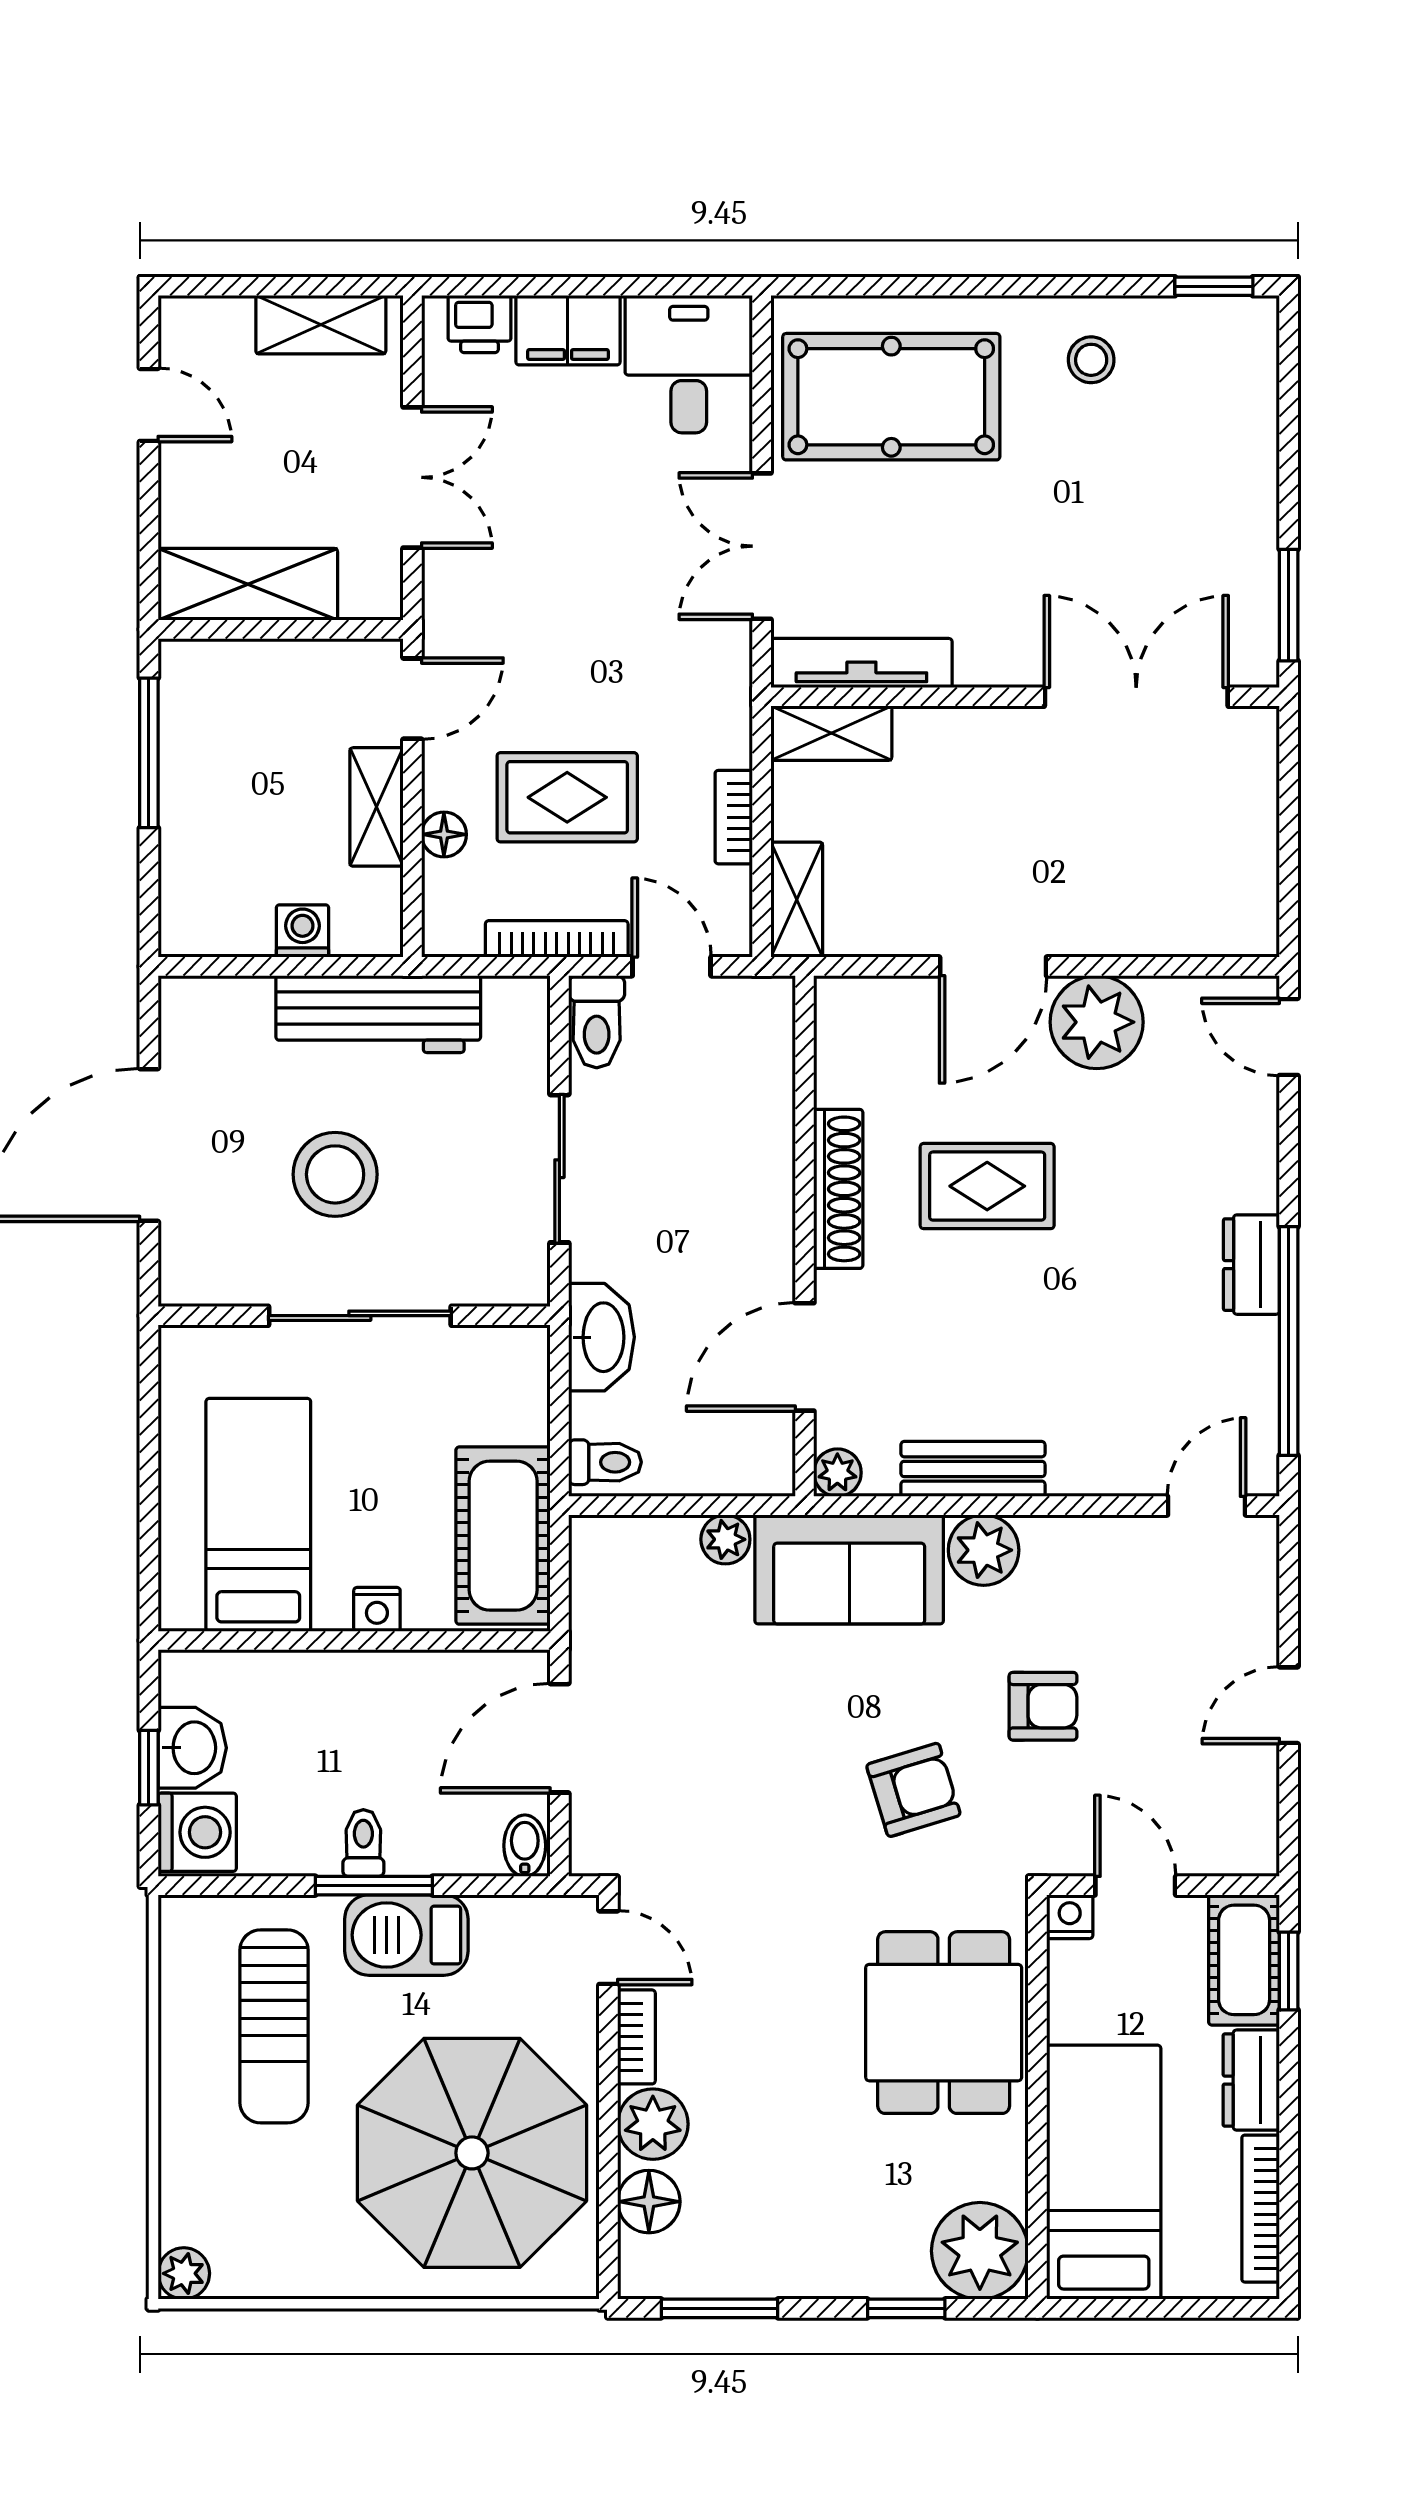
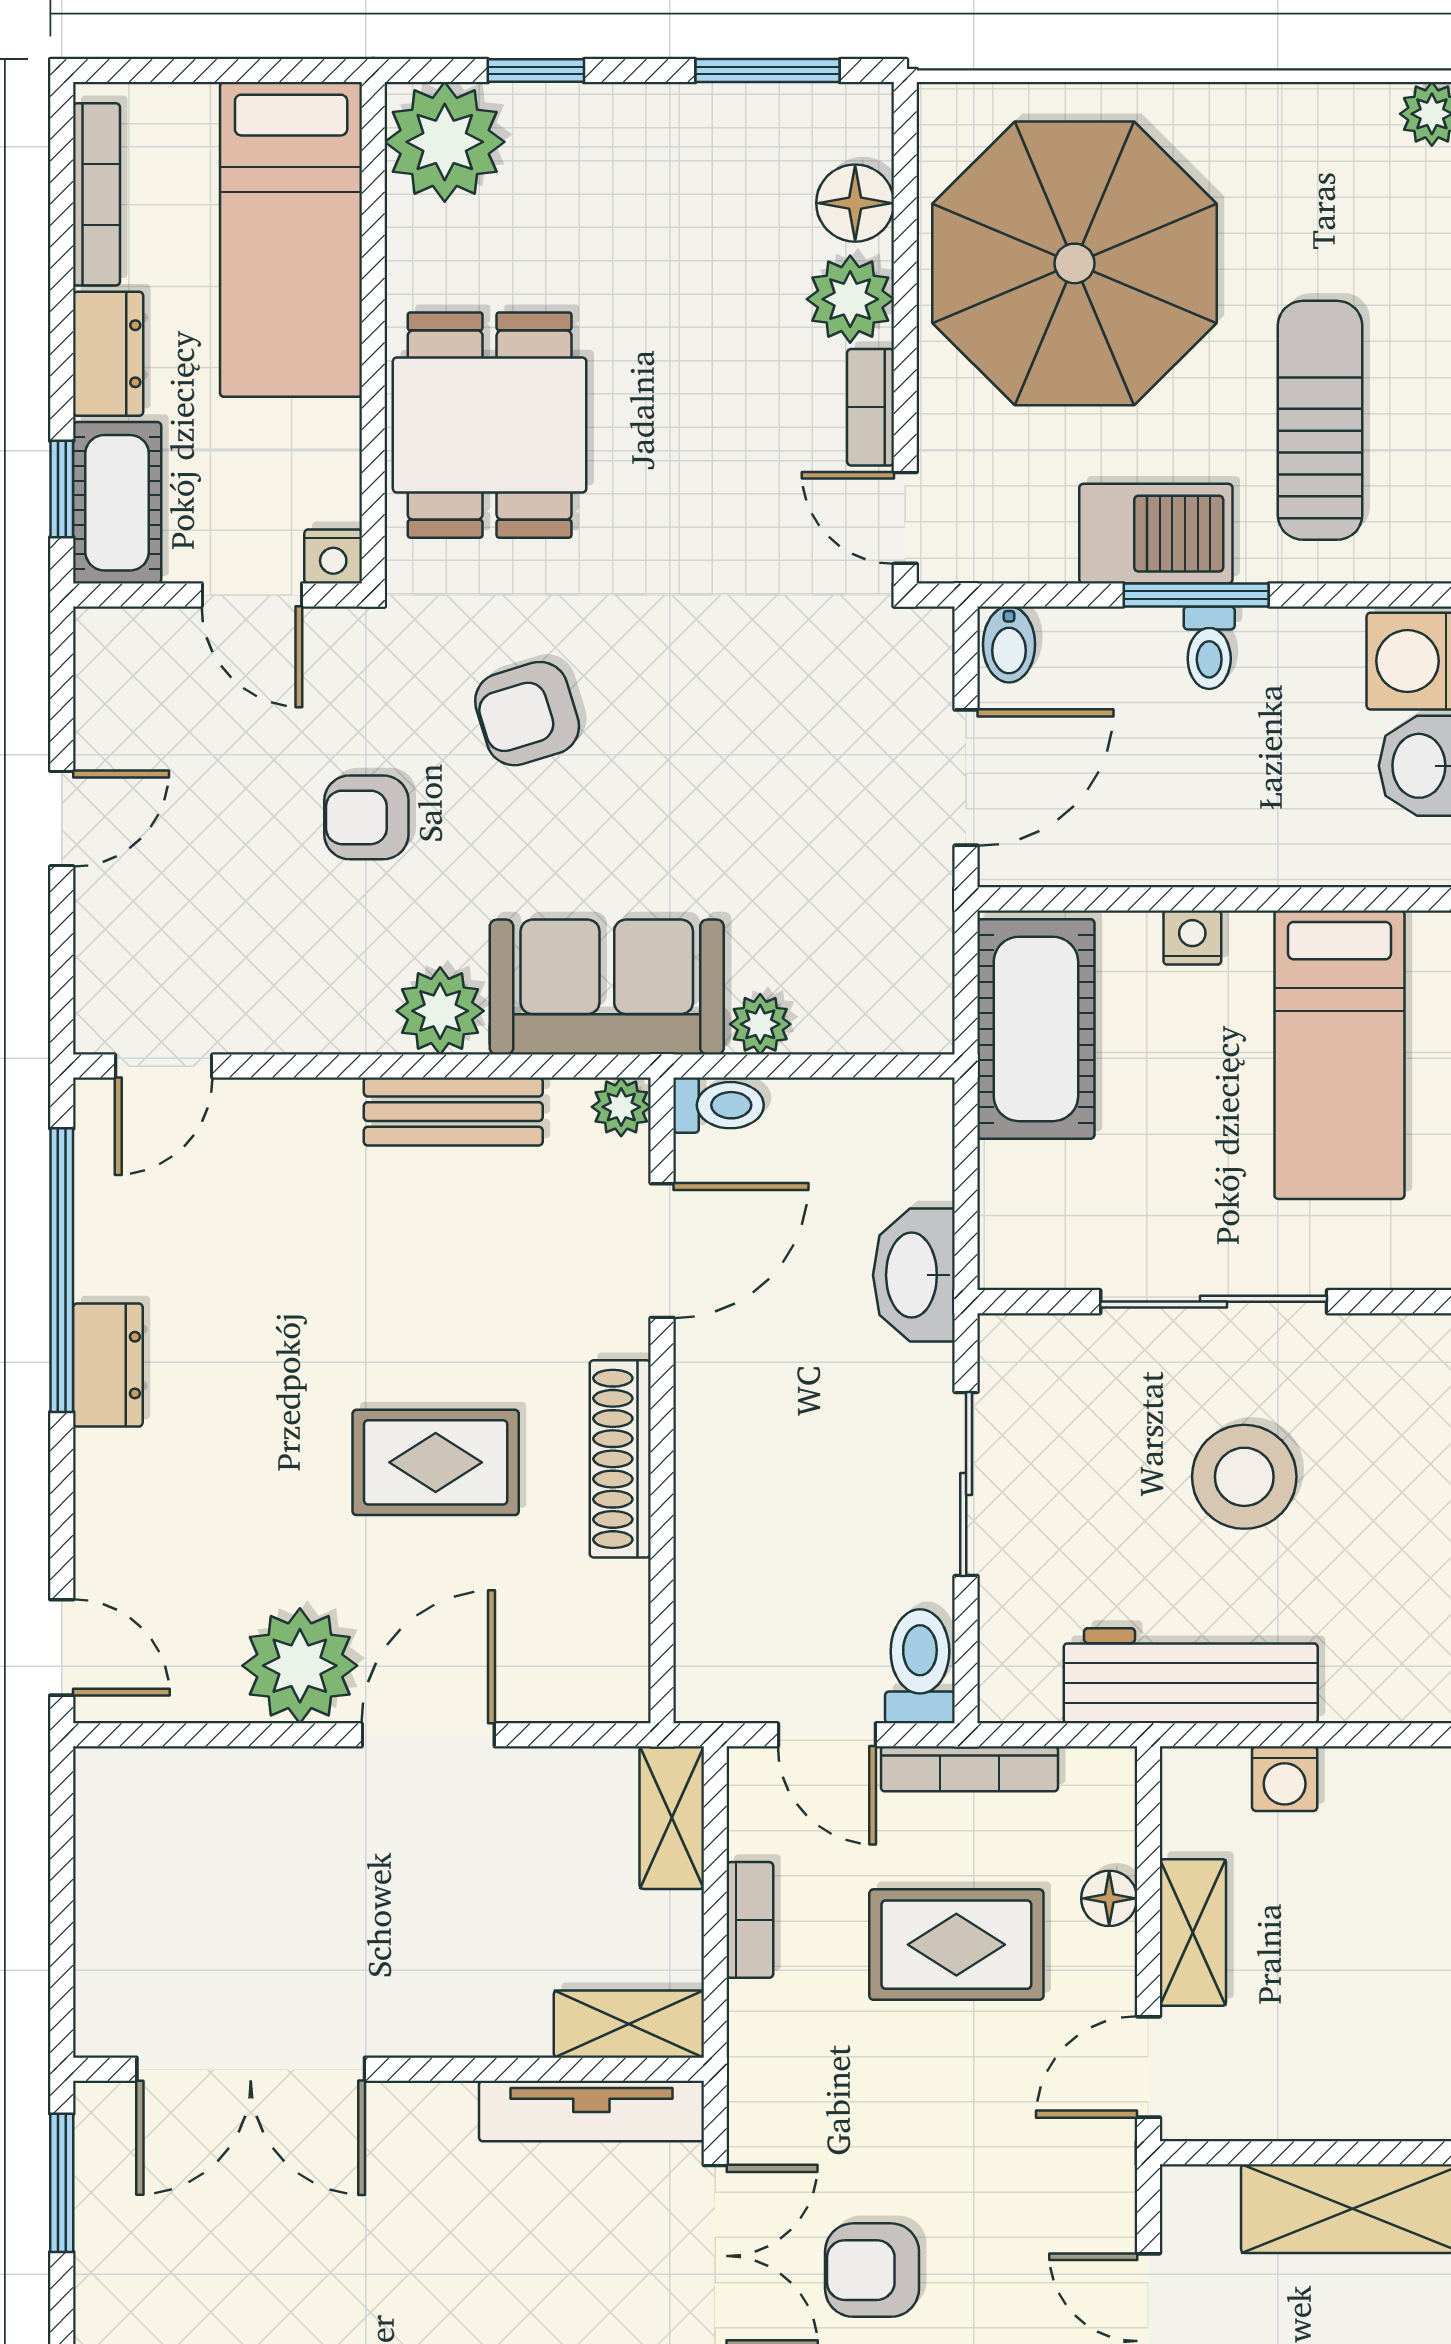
armchair: (635, 535) -> (872, 2270), added
toilet: (605, 1462) -> (719, 1105), moved, turned 180

